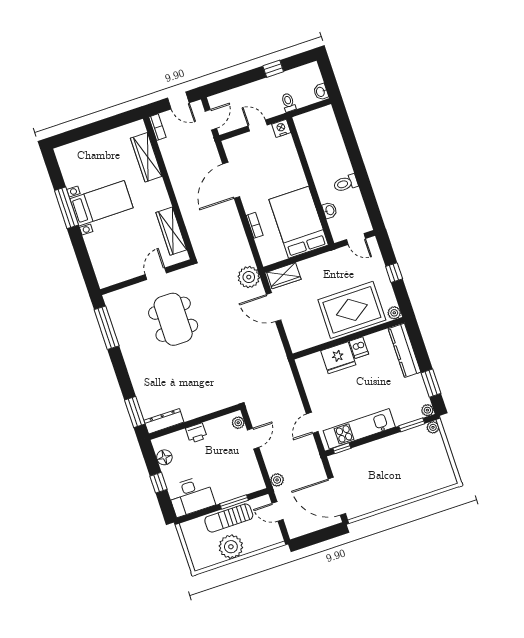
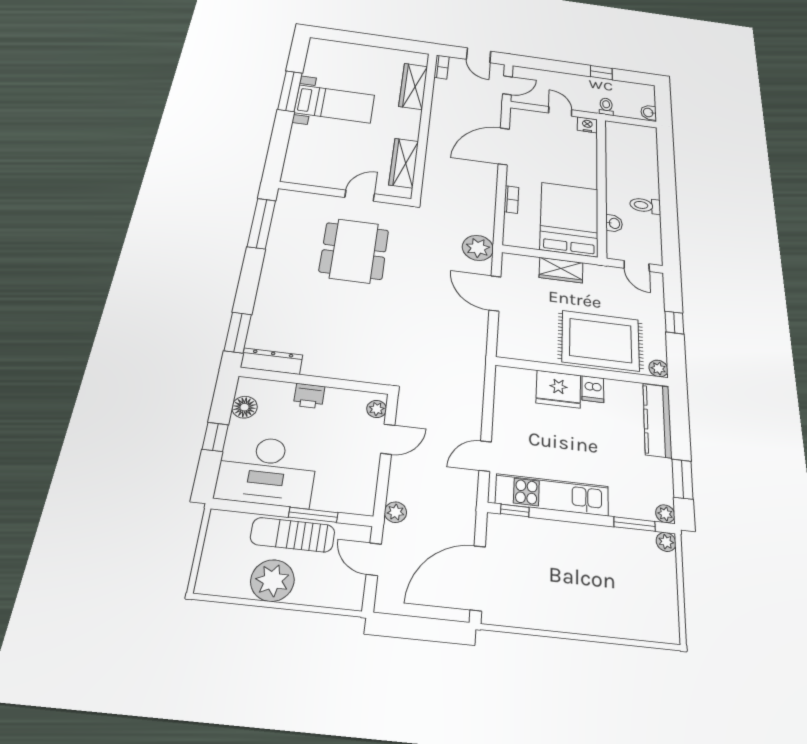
wardrobe: (284, 276) -> (561, 270), moved
desk: (191, 496) -> (267, 471), width x1.36, depth x1.30
door: (337, 496) -> (478, 578), hinge flipped

